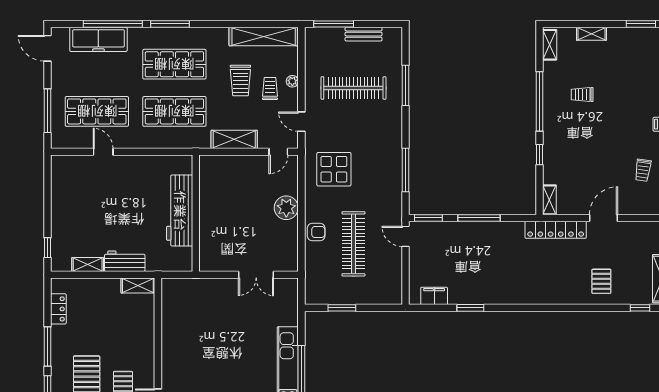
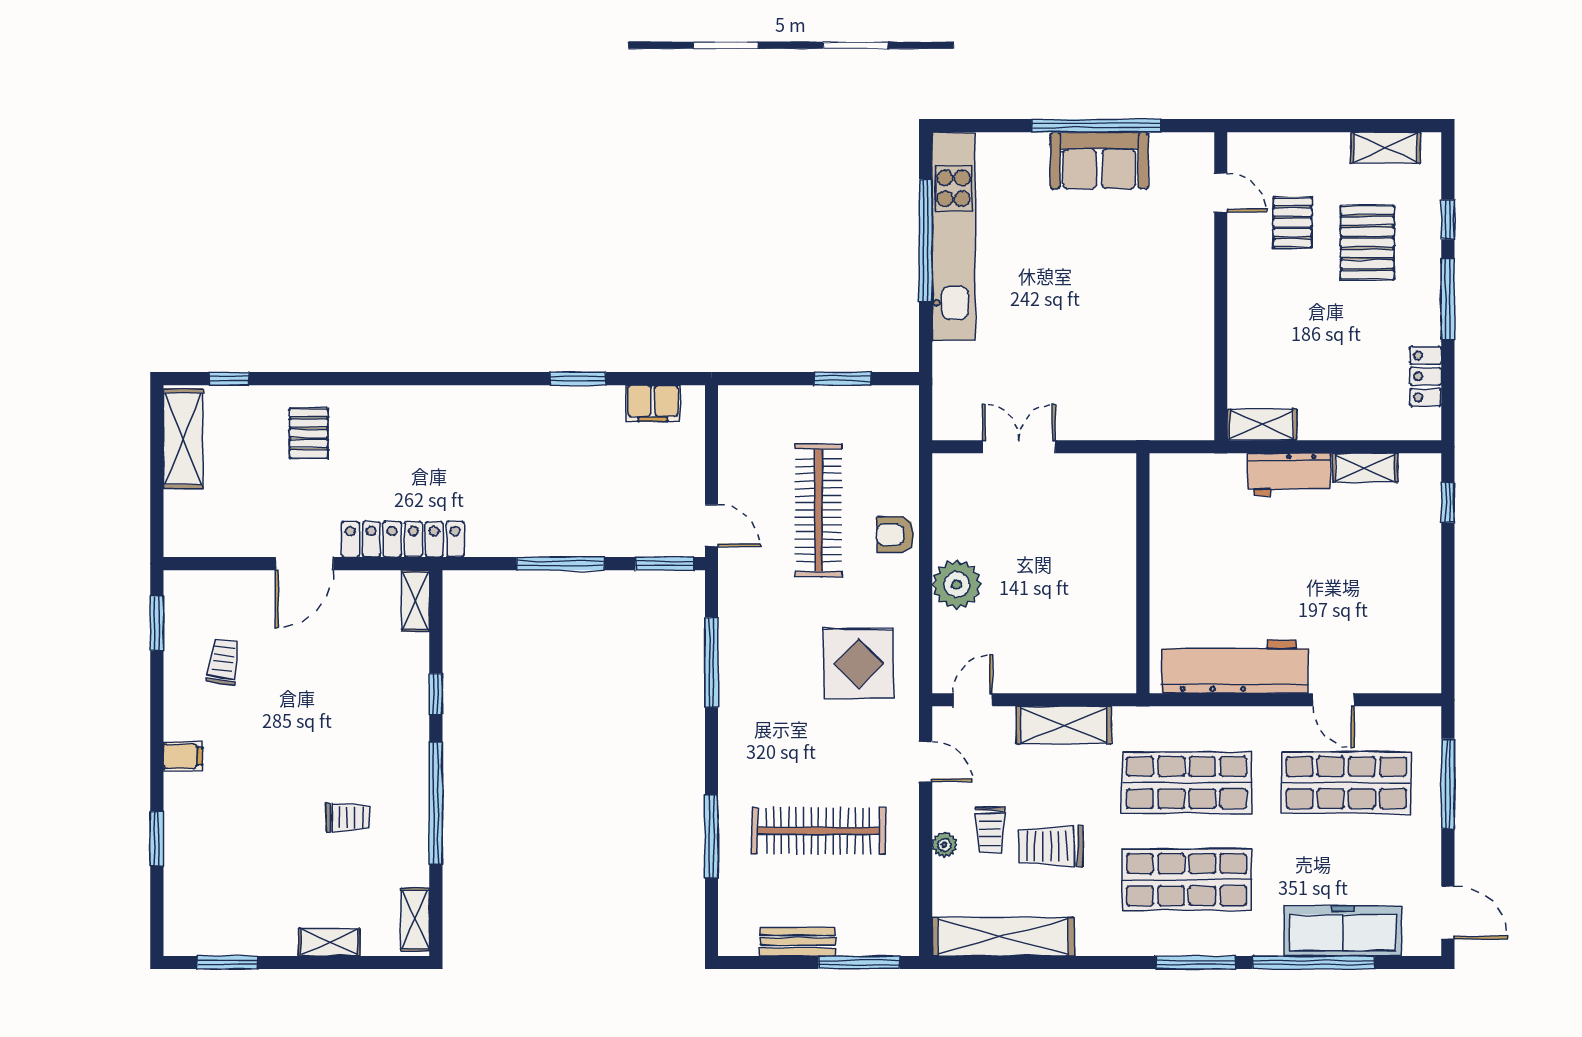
trolley: (240, 80) -> (1051, 846), turned -90
workbench: (180, 211) -> (1235, 667), moved, turned -90

